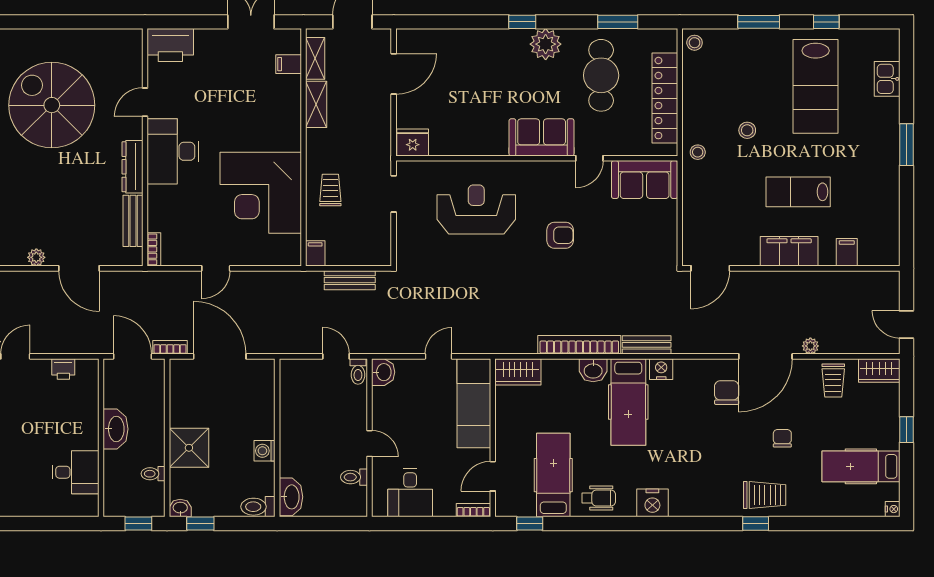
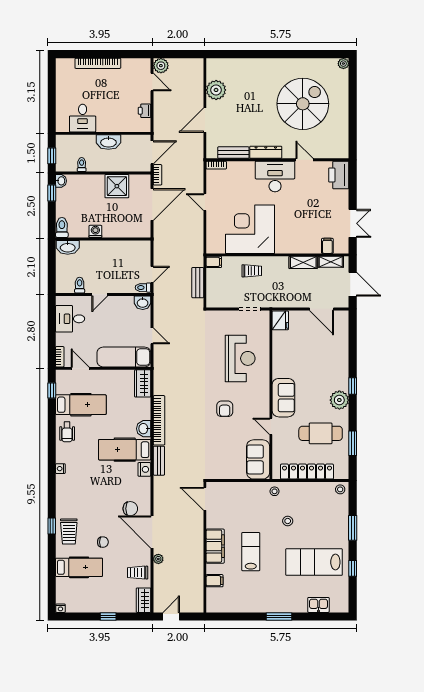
plant: (36, 257) -> (216, 90), width x1.87, depth x1.87
shower: (189, 448) -> (117, 186), moved
hospital bed: (861, 466) -> (79, 567), moved, turned 90
nightstand: (652, 503) -> (60, 469), width x0.53, depth x0.56

